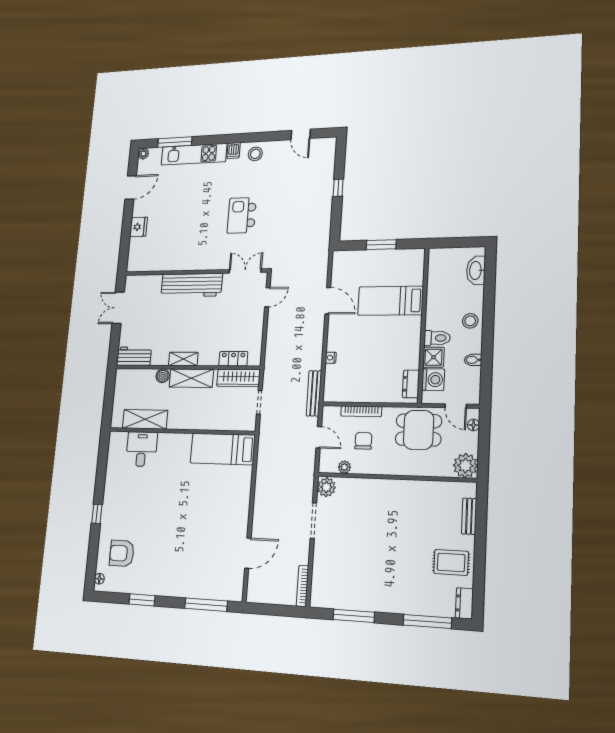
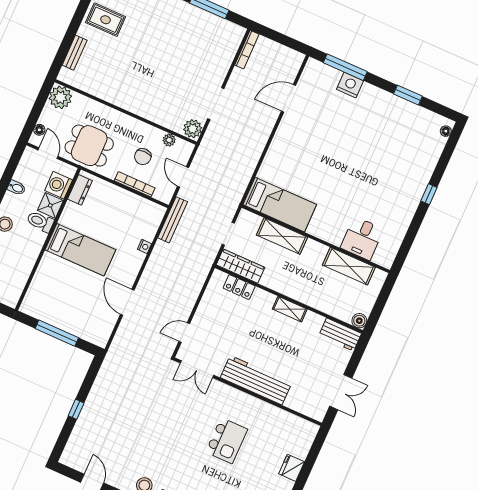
kitchen island: (242, 215) -> (227, 441), moved
window: (381, 245) -> (57, 333), width x1.44
bed: (390, 301) -> (80, 250), moved
boiler: (163, 376) -> (359, 321), moved
shelving: (191, 378) -> (282, 236), moved
armchair: (122, 553) -> (415, 146), removed
nightstand: (196, 589) -> (350, 85), added

